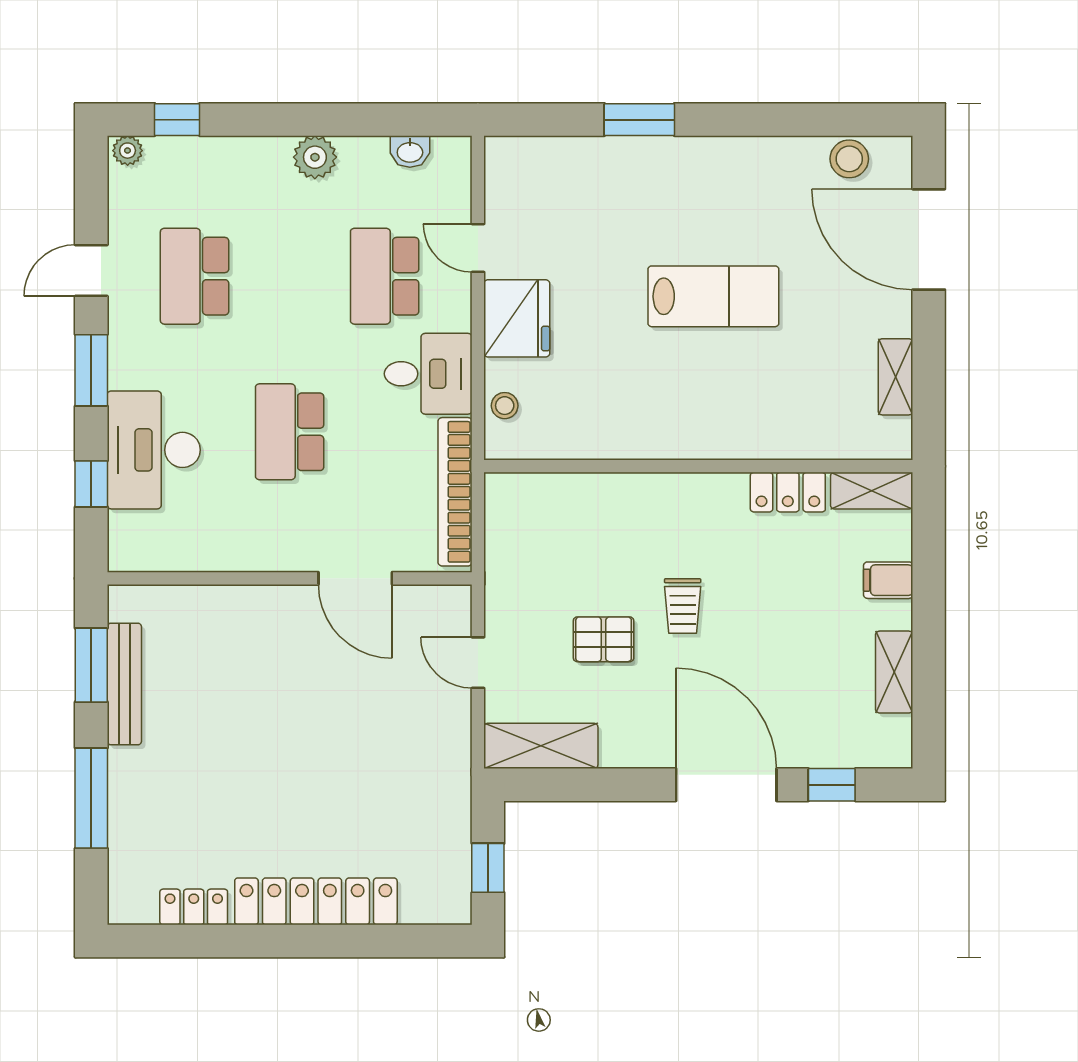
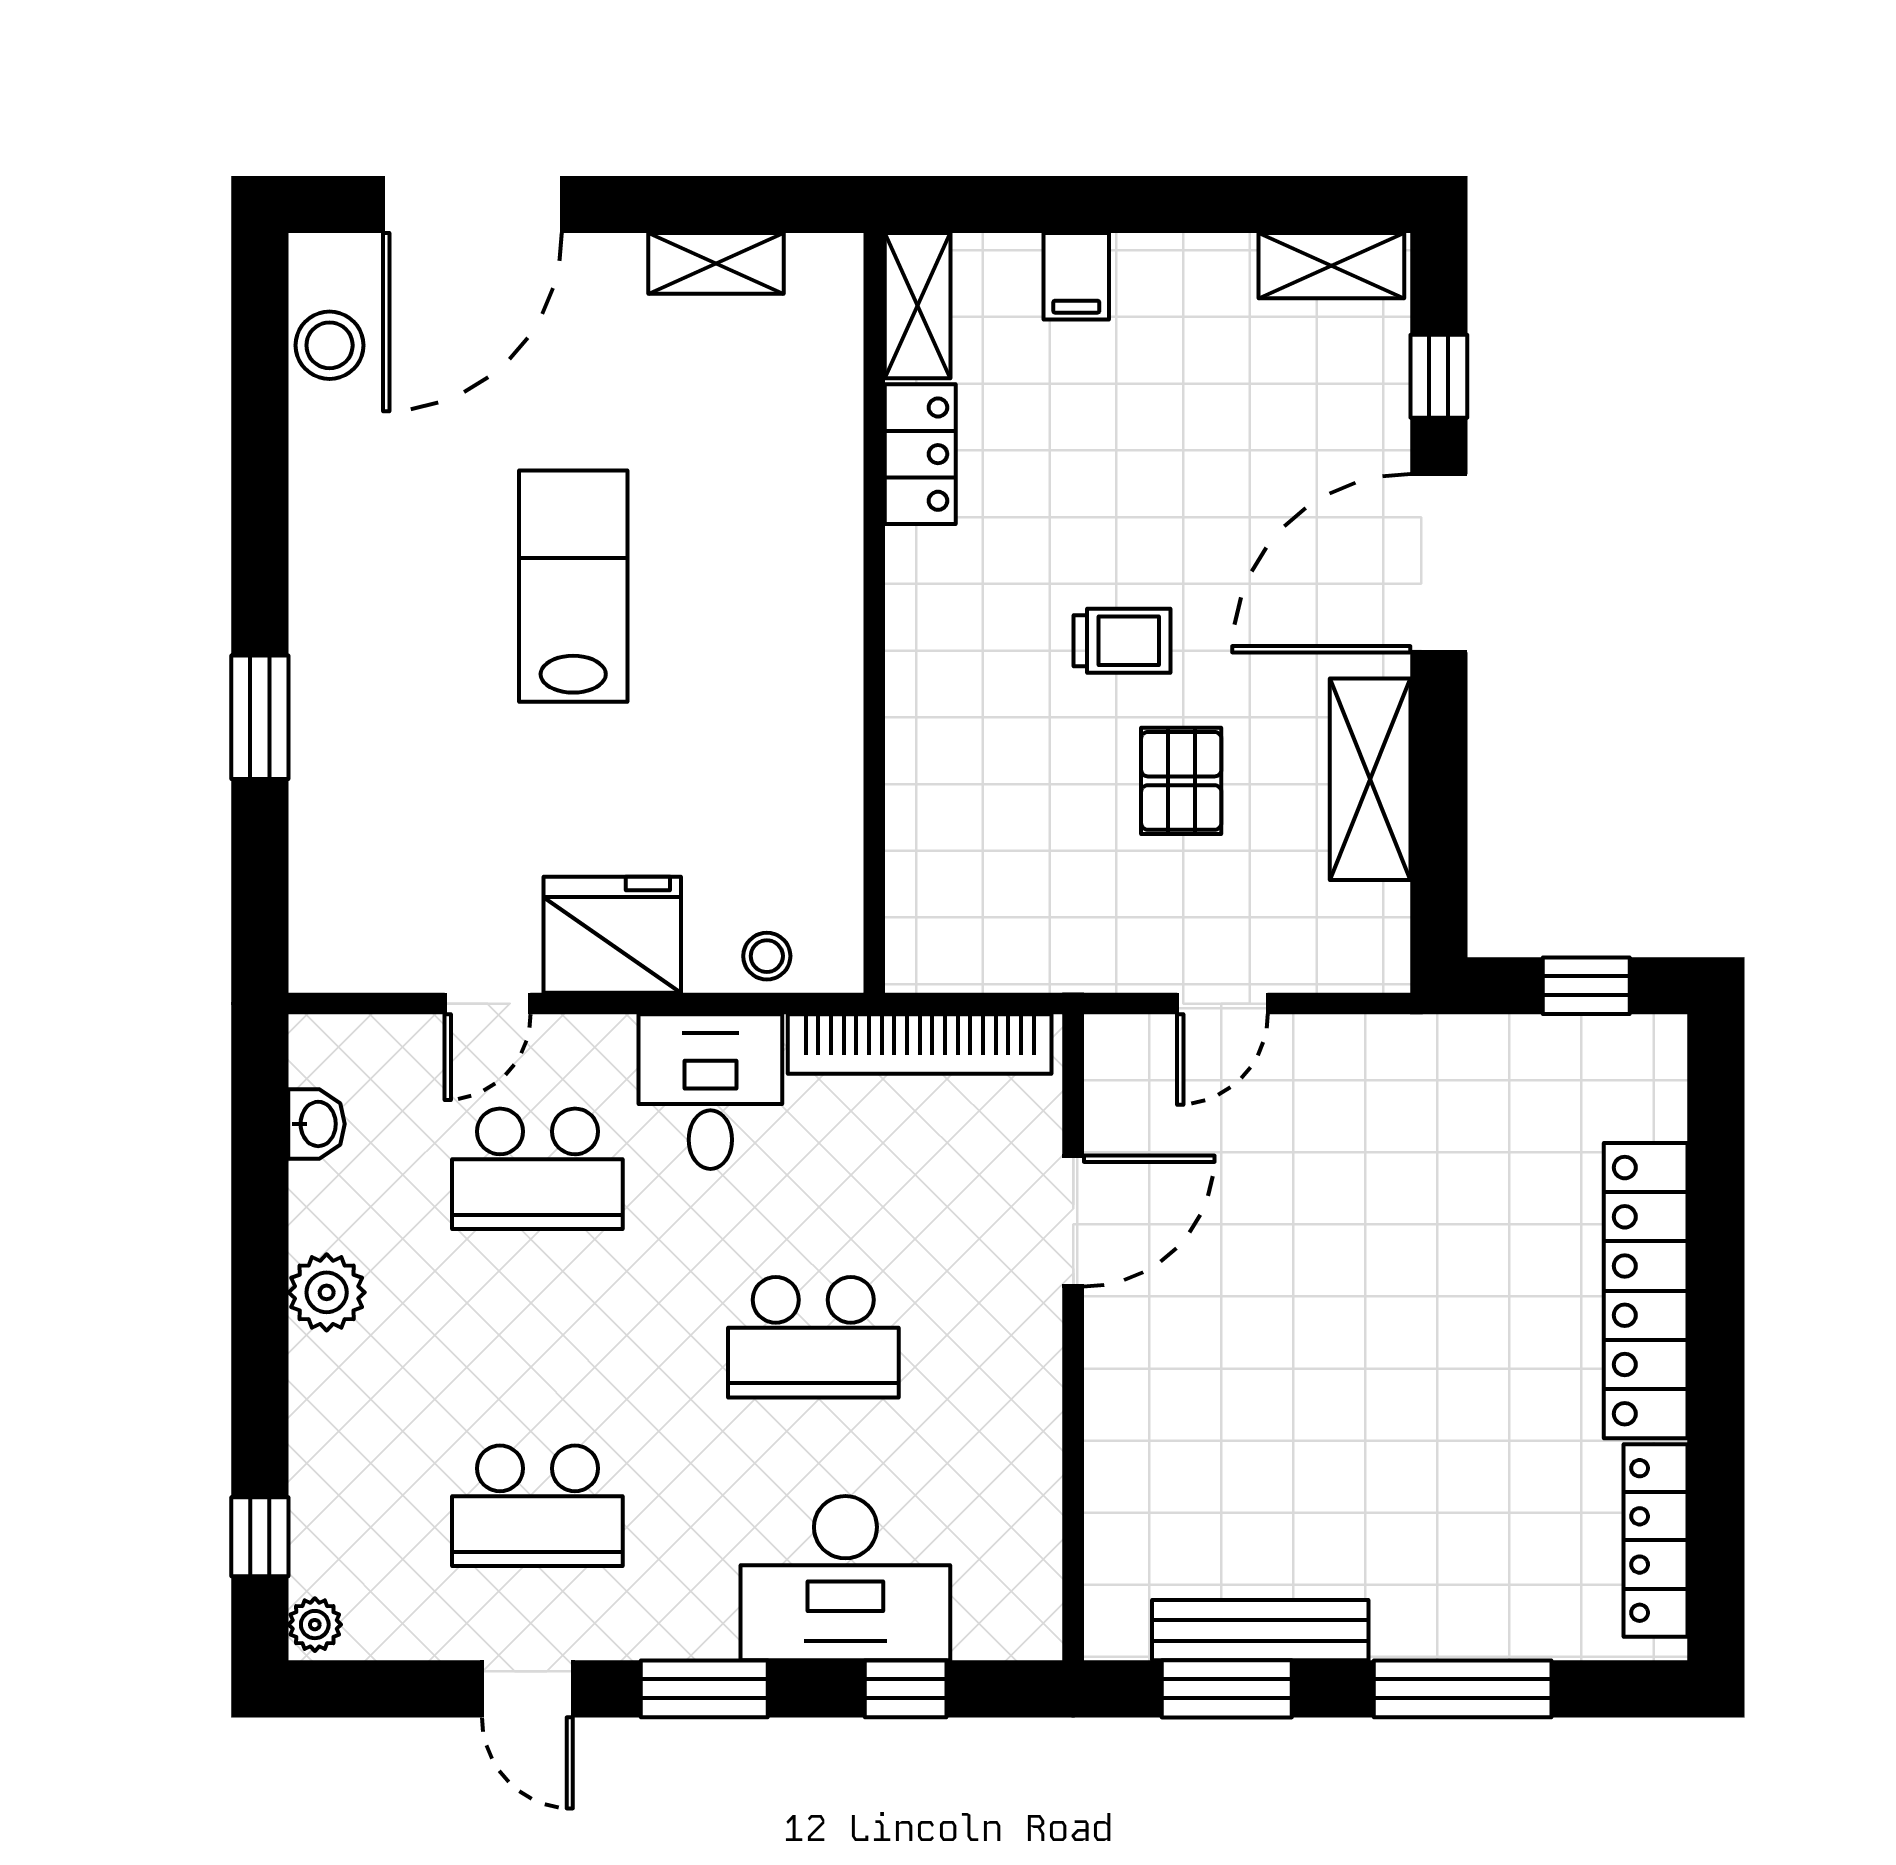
shelving: (894, 672) -> (1331, 266), moved
shelving: (541, 746) -> (1370, 779), moved
locker: (194, 907) -> (1656, 1540), width x1.53

